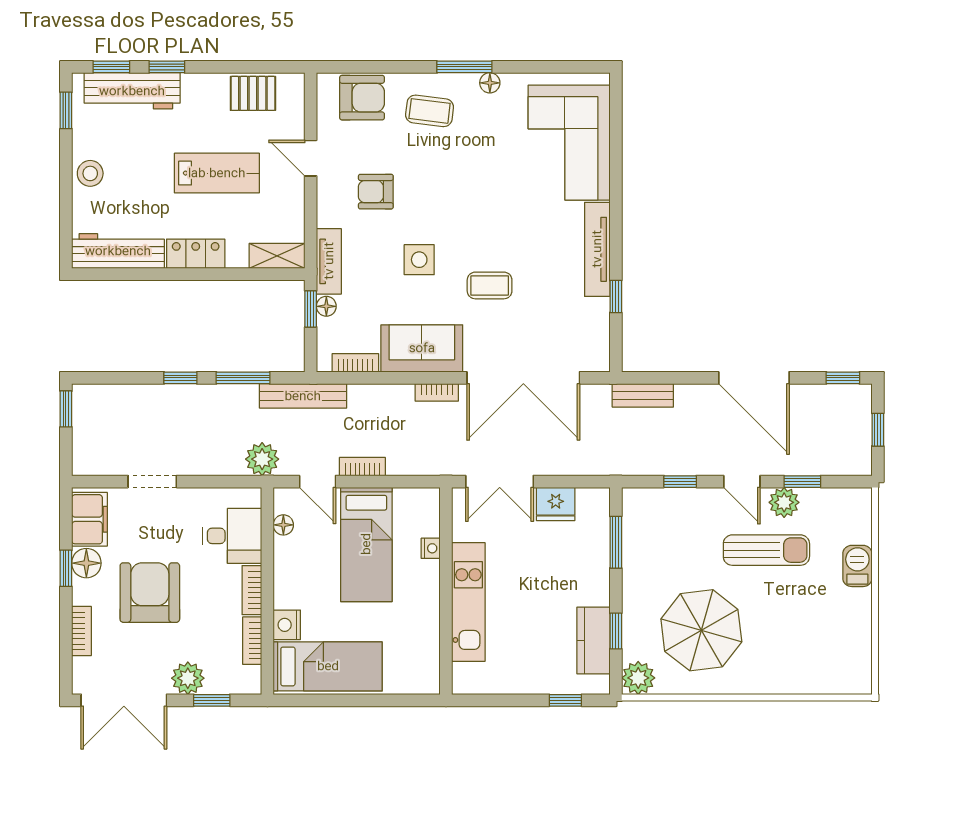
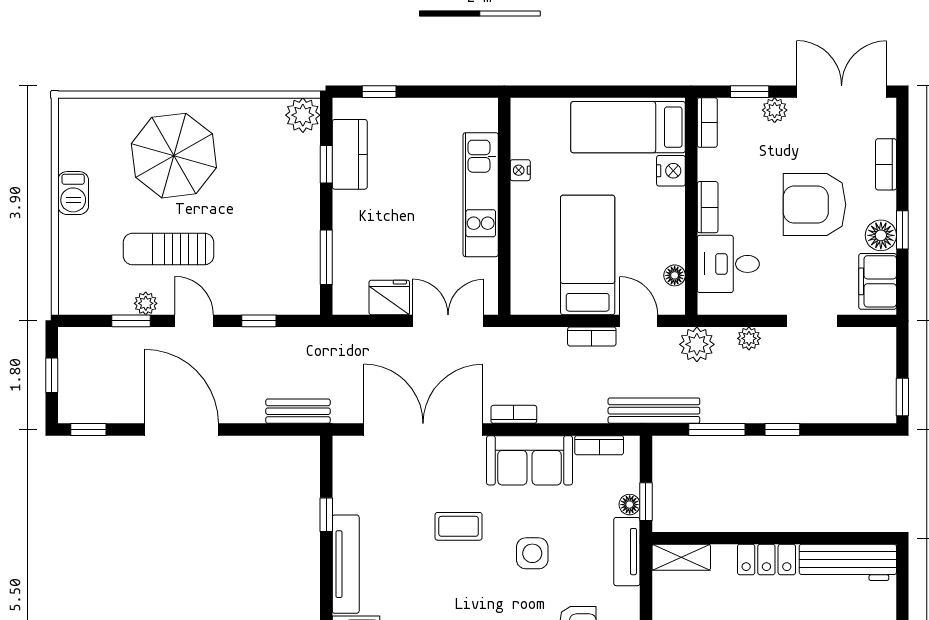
plant: (212, 465) -> (749, 338), added
plant: (784, 502) -> (146, 303), width x0.73, depth x0.73
nightstand: (431, 548) -> (520, 170), moved
barbecue: (857, 566) -> (73, 193), moved
armchair: (150, 593) -> (815, 205), turned 90
parasol: (701, 630) -> (174, 156), moved
bookcase: (252, 641) -> (707, 123), moved
plant: (188, 678) -> (775, 110), width x0.73, depth x0.73

